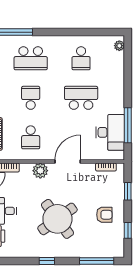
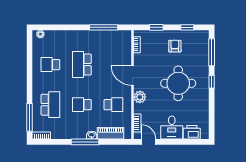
school desk: (81, 58) -> (50, 65), turned 180
desk: (110, 132) -> (109, 41), removed
round table: (57, 219) -> (178, 83), turned 36
window: (47, 261) -> (212, 82), moved

